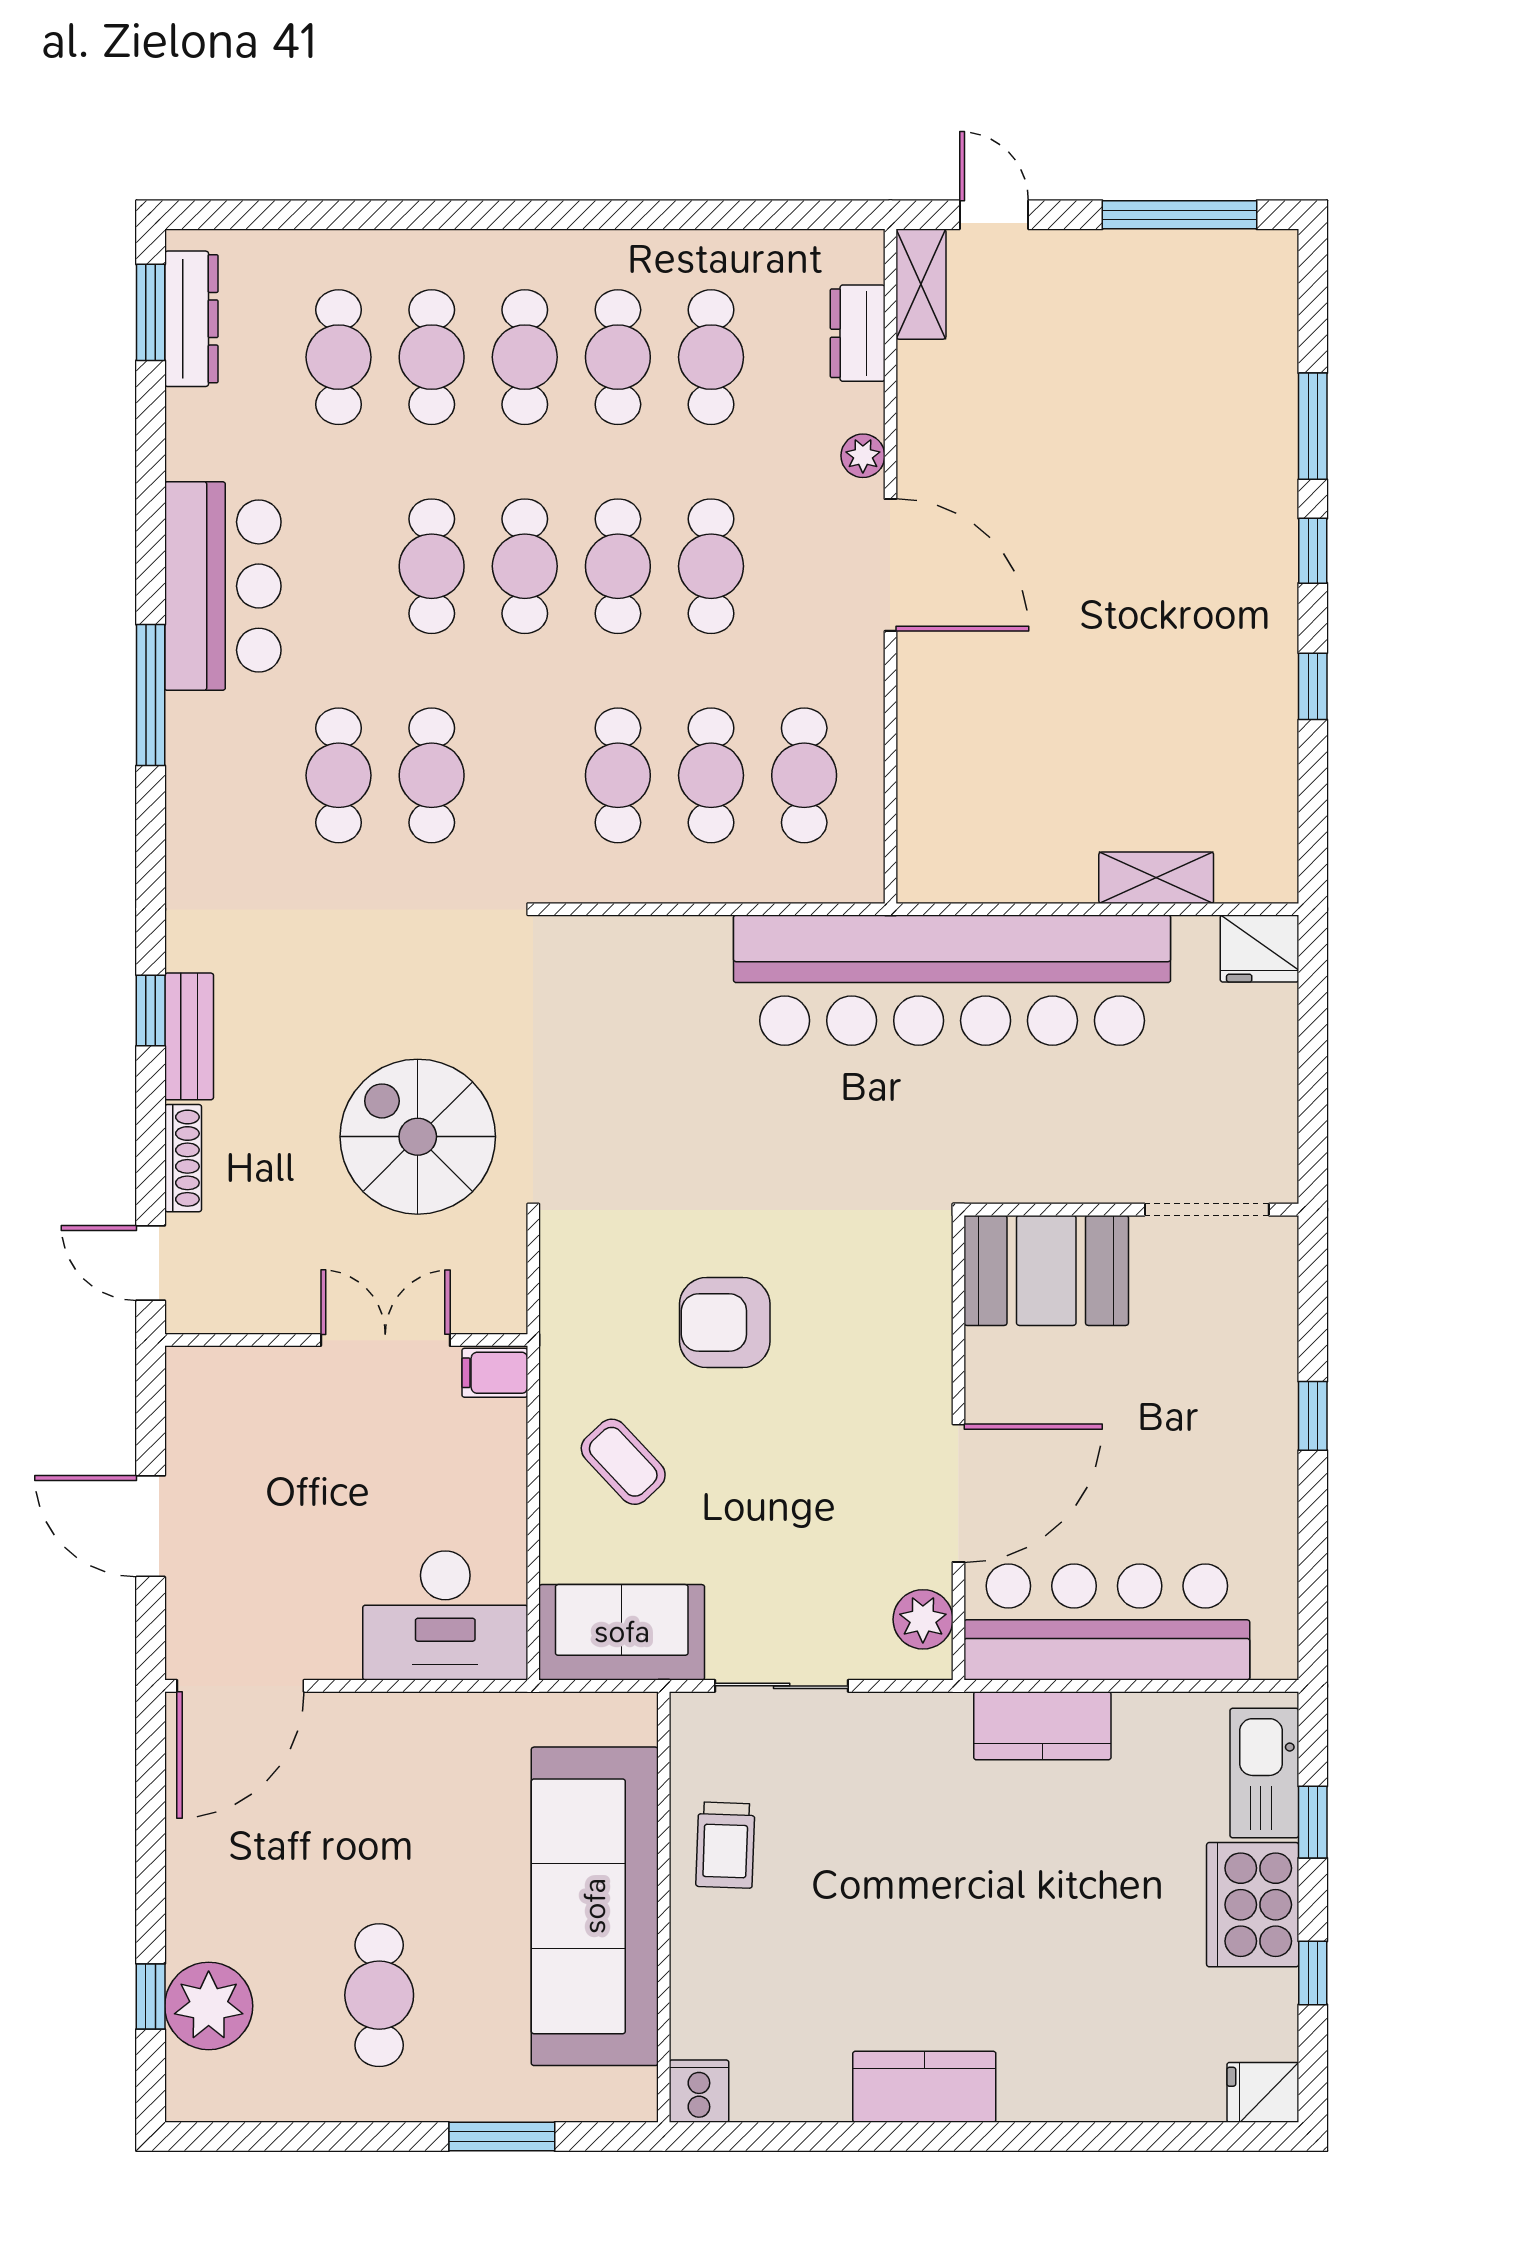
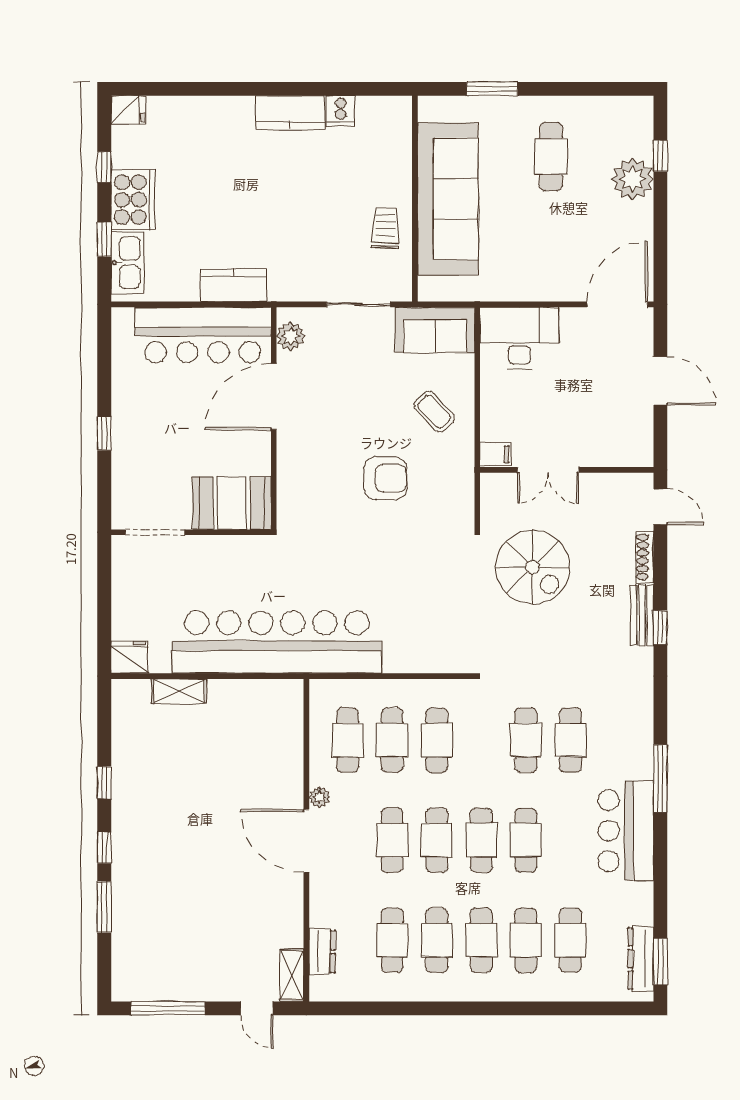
plant: (863, 456) -> (319, 797), moved
plant: (209, 2006) -> (633, 179), moved
cooker: (699, 2091) -> (341, 111), moved

